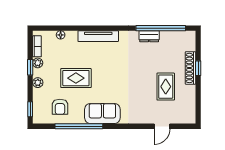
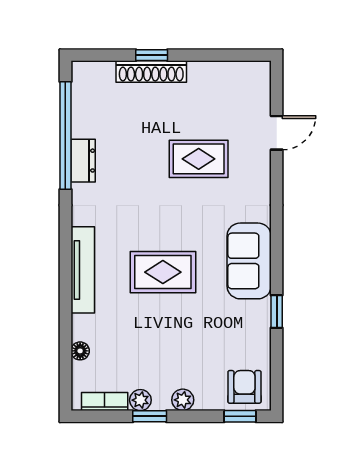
rug: (76, 78) -> (163, 272), moved, turned 90
rug: (166, 87) -> (199, 159), moved
armchair: (60, 107) -> (244, 387), moved, turned -90
window: (79, 126) -> (277, 312), width x0.32
door: (162, 126) -> (277, 133), hinge flipped

